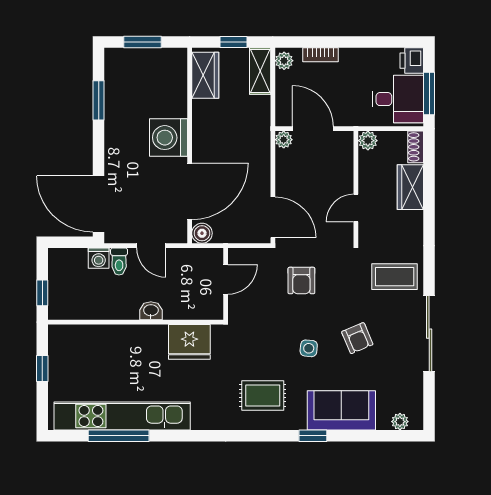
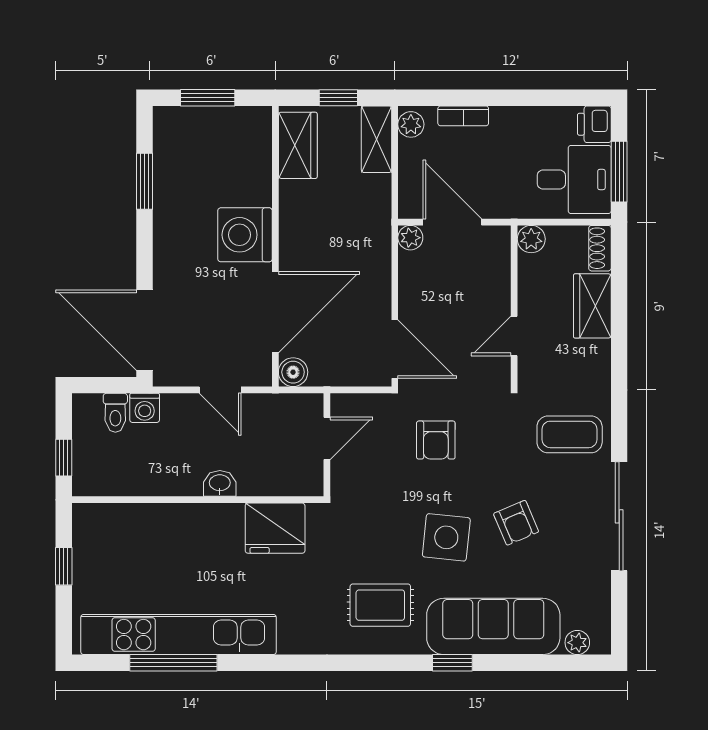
toilet: (119, 262) -> (115, 413), moved
side table: (309, 348) -> (446, 537), width x1.87, depth x1.87
sofa: (341, 410) -> (493, 626), width x1.36

